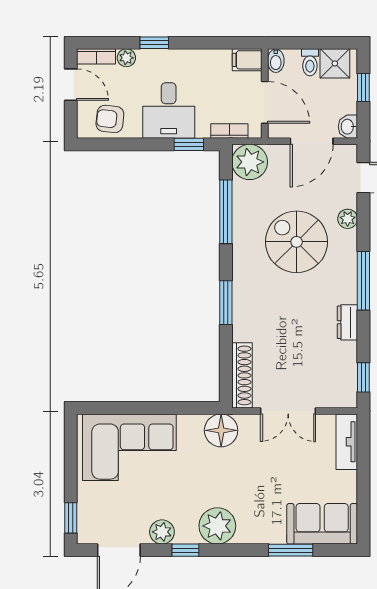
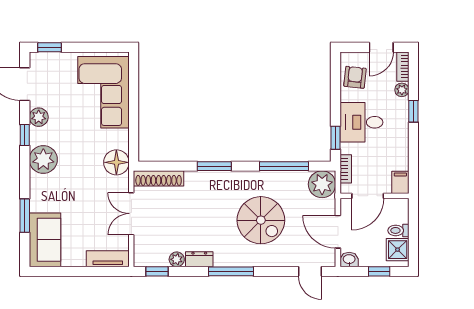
bidet: (276, 61) -> (400, 204), removed
plant: (348, 219) -> (177, 259), moved
spiral stairs: (297, 242) -> (261, 220), turned 90

